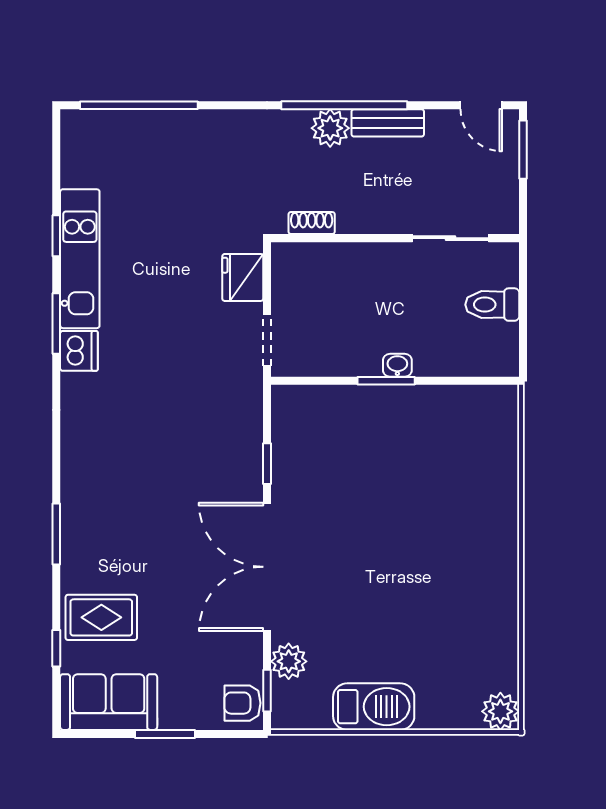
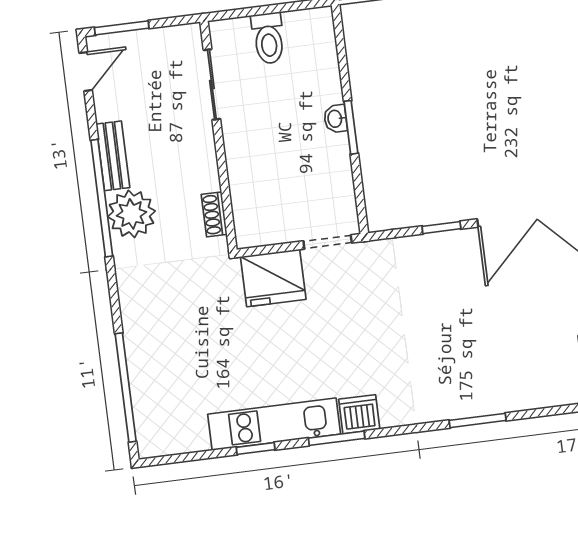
plant: (330, 128) -> (131, 214), width x1.36, depth x1.36
fridge: (243, 277) -> (273, 278), width x1.36, depth x1.34
window: (56, 534) -> (478, 420), moved

